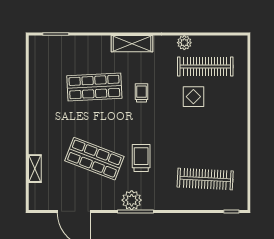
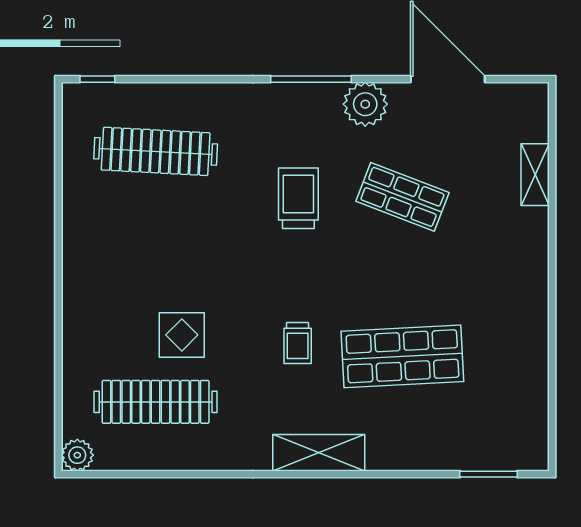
plant: (184, 43) -> (77, 455), moved
trolley: (141, 158) -> (298, 198), turned 180
shop shelf: (94, 159) -> (402, 197), width x0.70, depth x0.74
plant: (132, 200) -> (365, 104), moved

